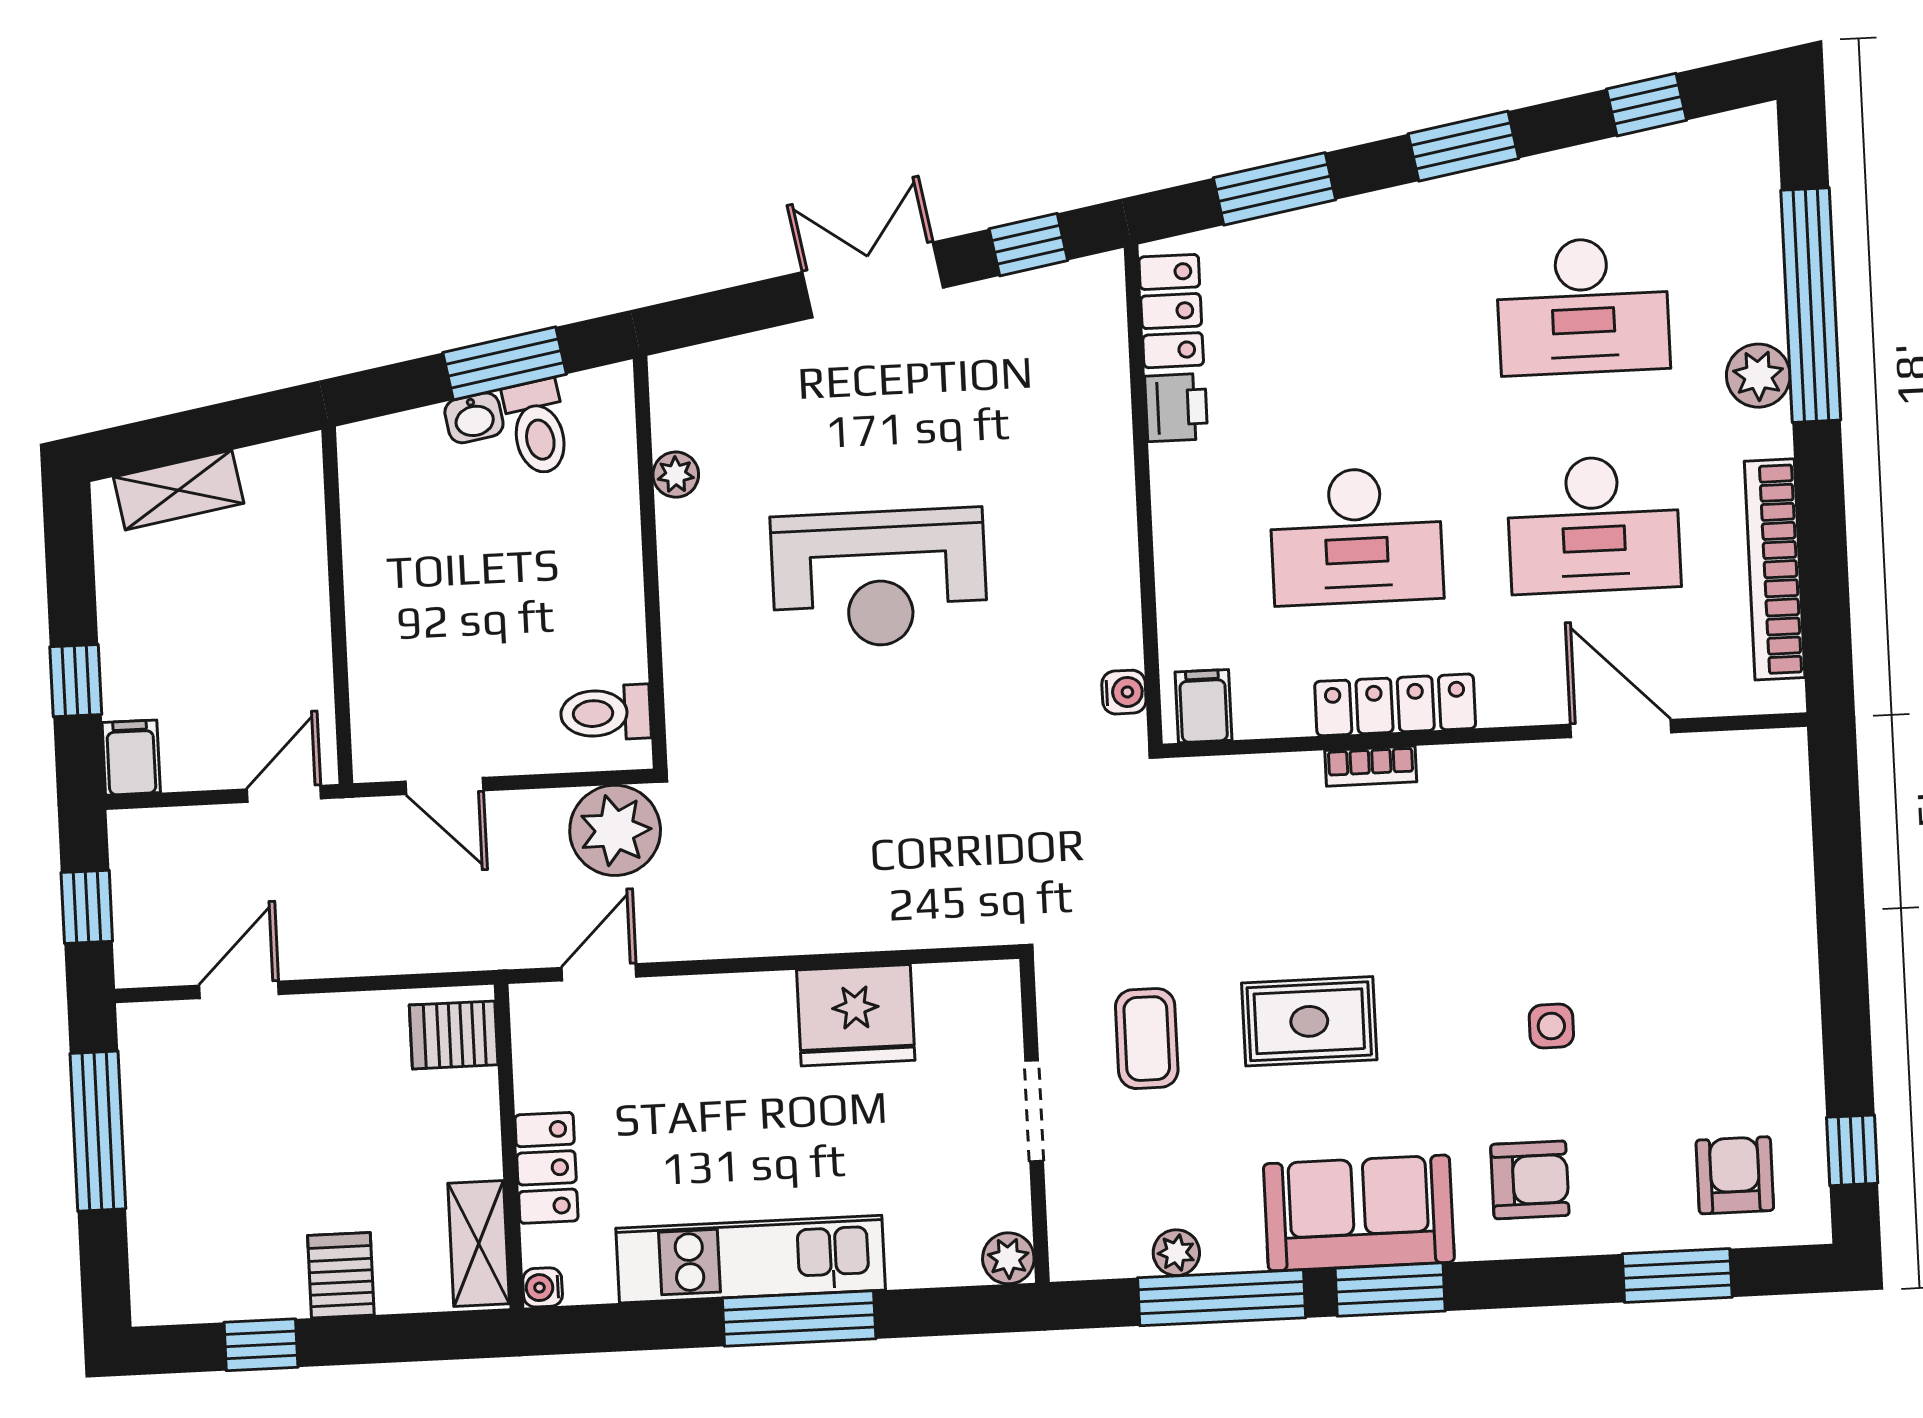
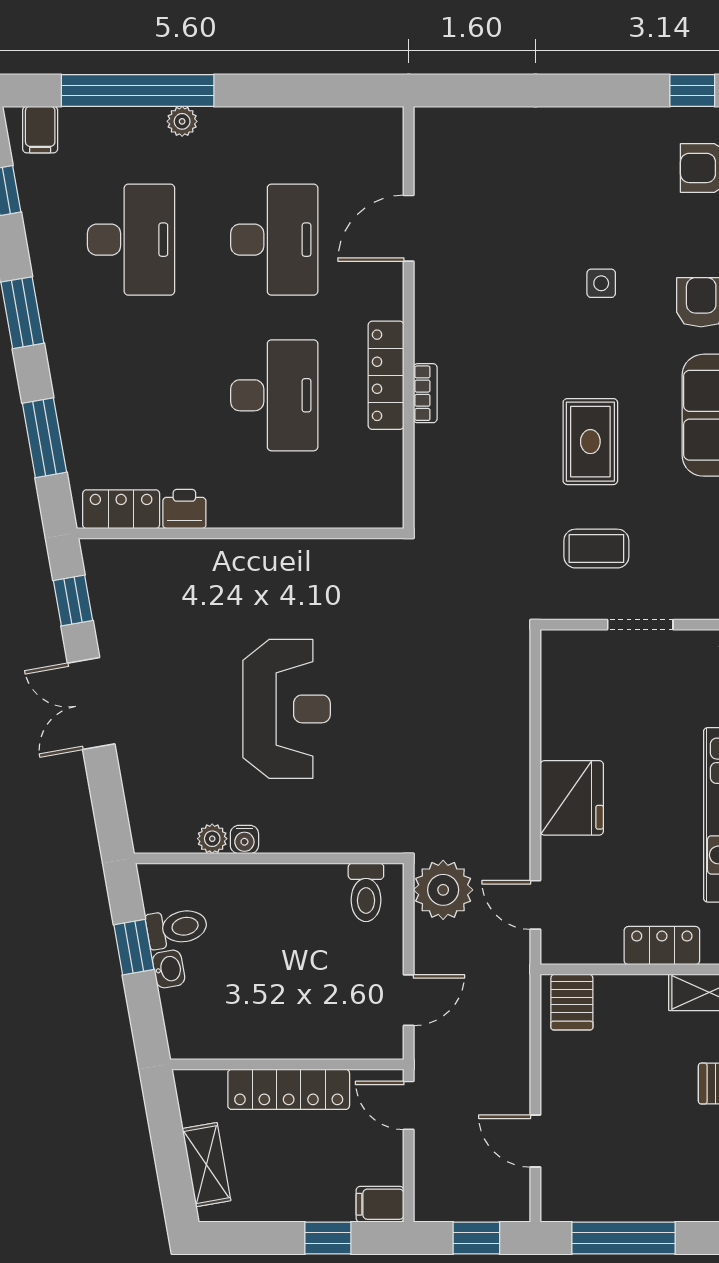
window: (505, 363) -> (134, 947), width x0.67
plant: (1758, 376) -> (182, 121), width x0.73, depth x0.73
bookcase: (1775, 569) -> (309, 123), removed
locker: (299, 610) -> (289, 1089), added
water cooler: (1124, 692) -> (244, 839), moved, turned 180
filing cabinet: (1203, 706) -> (40, 130), moved, turned -90
fridge: (856, 1015) -> (572, 798), moved

